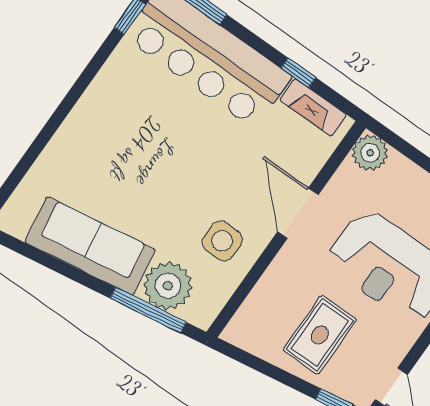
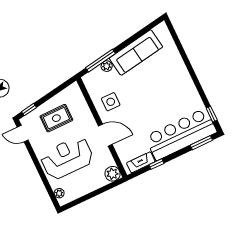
plant: (168, 286) -> (107, 66), width x0.53, depth x0.53
rug: (320, 335) -> (56, 118), turned 90

